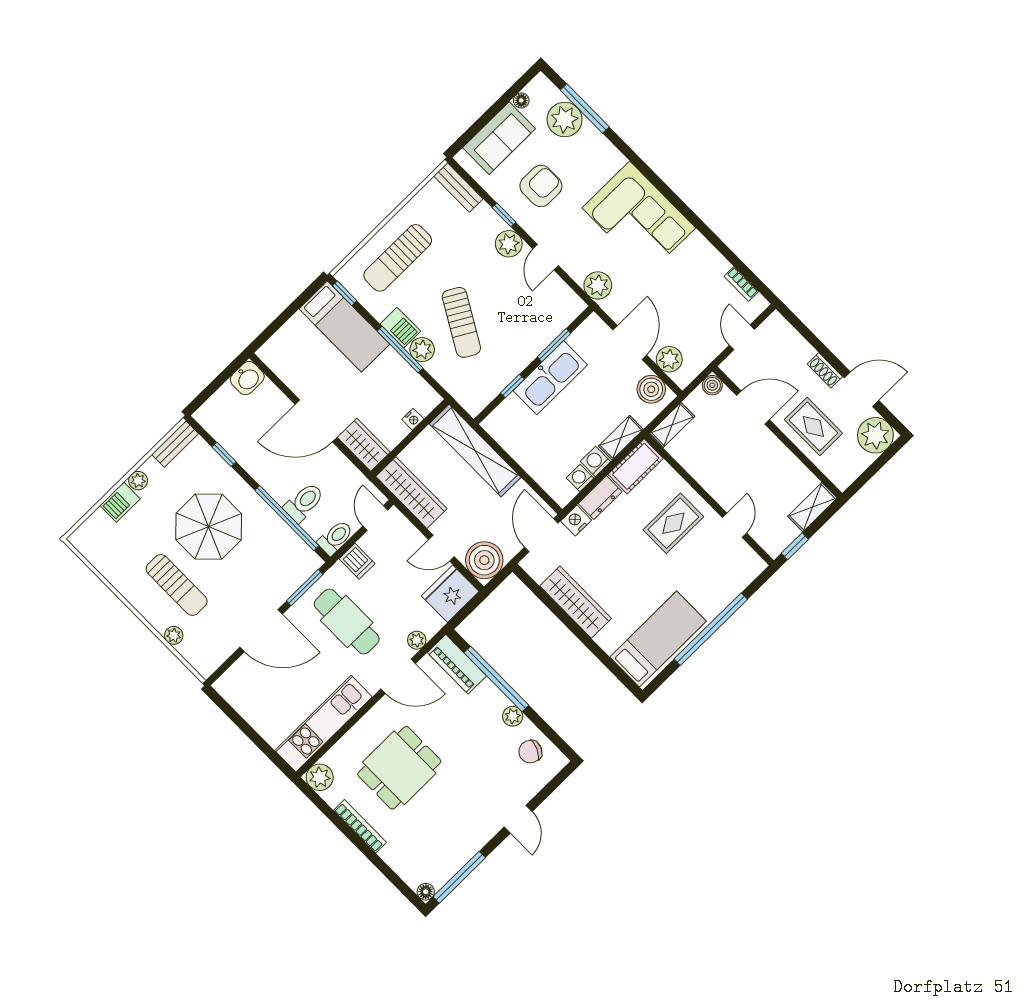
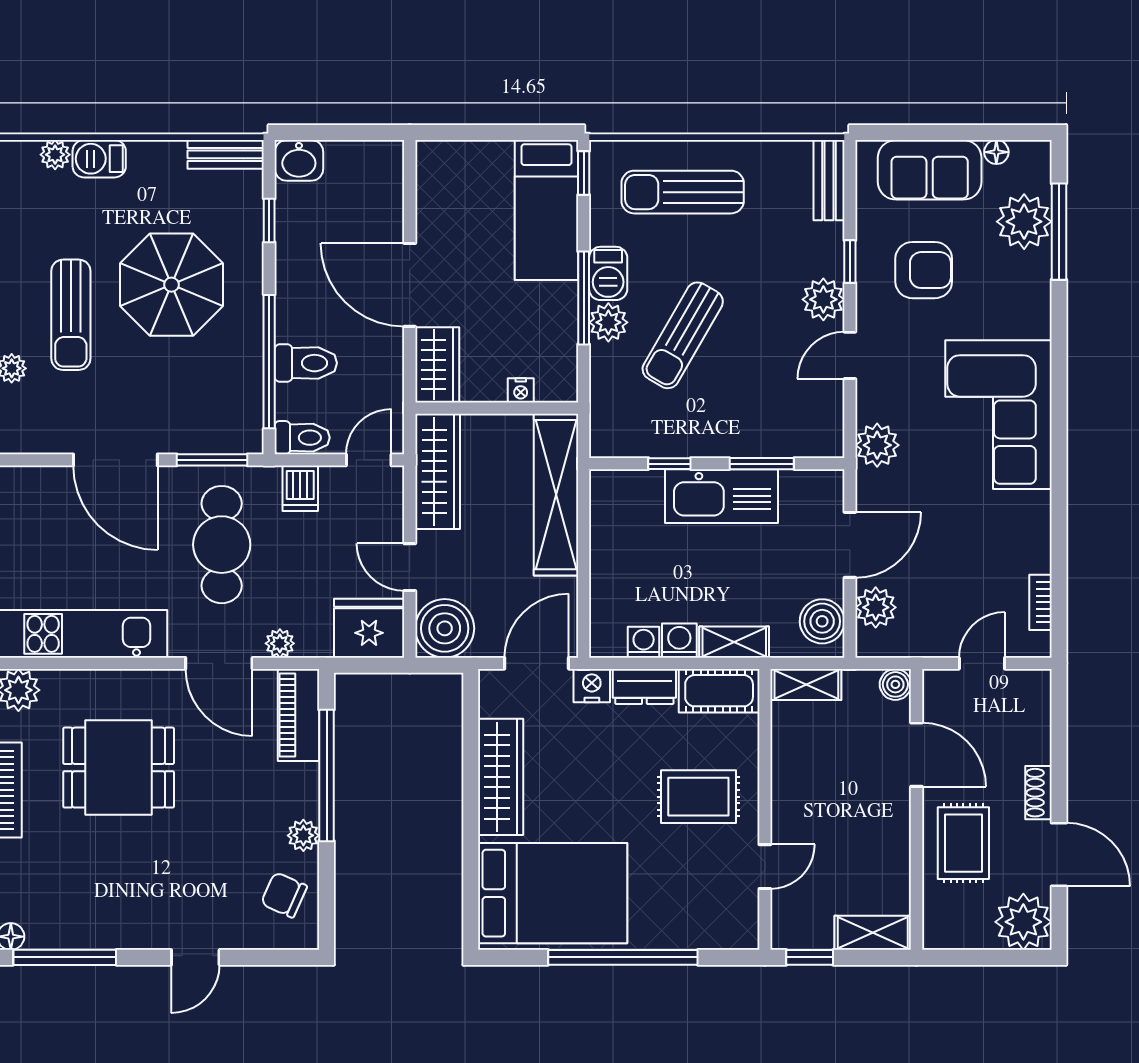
washbasin: (247, 378) -> (299, 160), moved
plant: (138, 481) -> (55, 155), moved
bed: (658, 639) -> (553, 893), width x1.50

